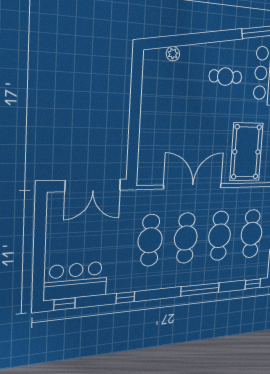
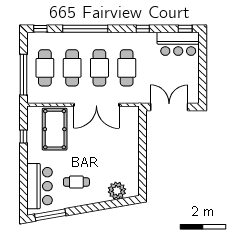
plant: (173, 54) -> (117, 191), width x1.87, depth x1.87
window: (200, 290) -> (85, 29), width x1.46

